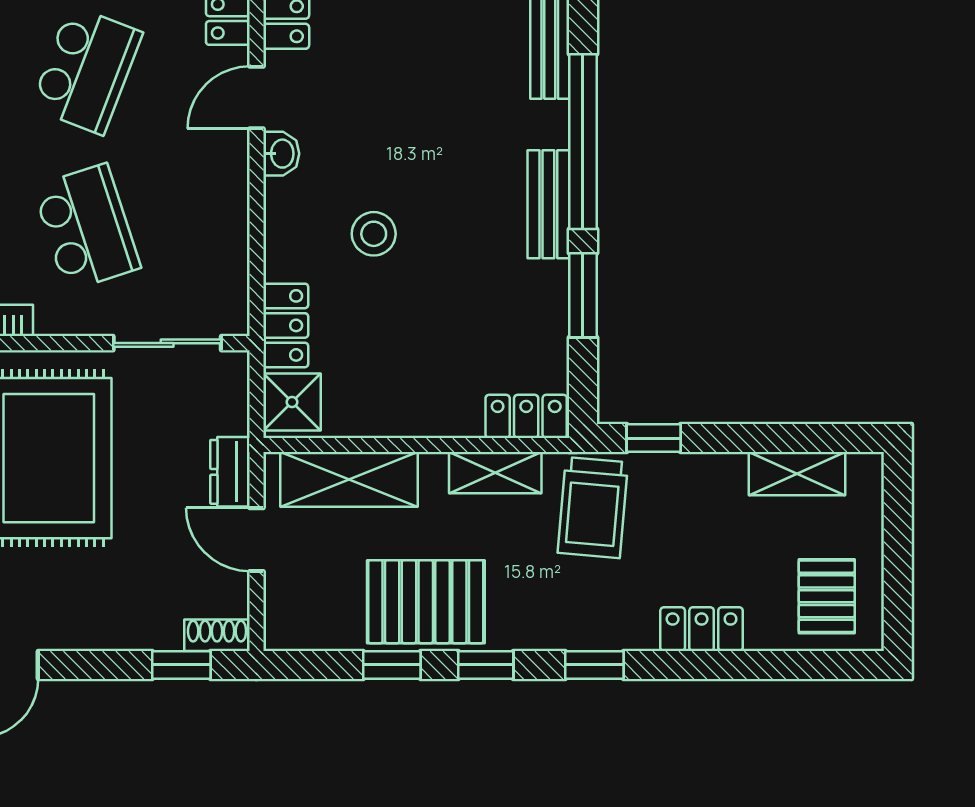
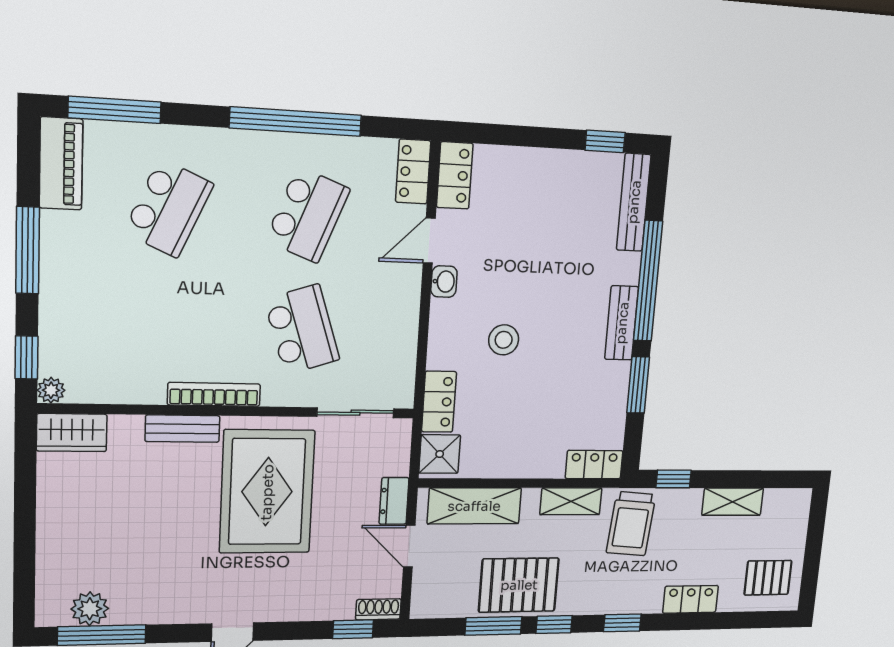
shelving: (797, 474) -> (733, 502), moved
pallet: (827, 596) -> (768, 578), turned 90
window: (392, 665) -> (494, 626), width x1.50

